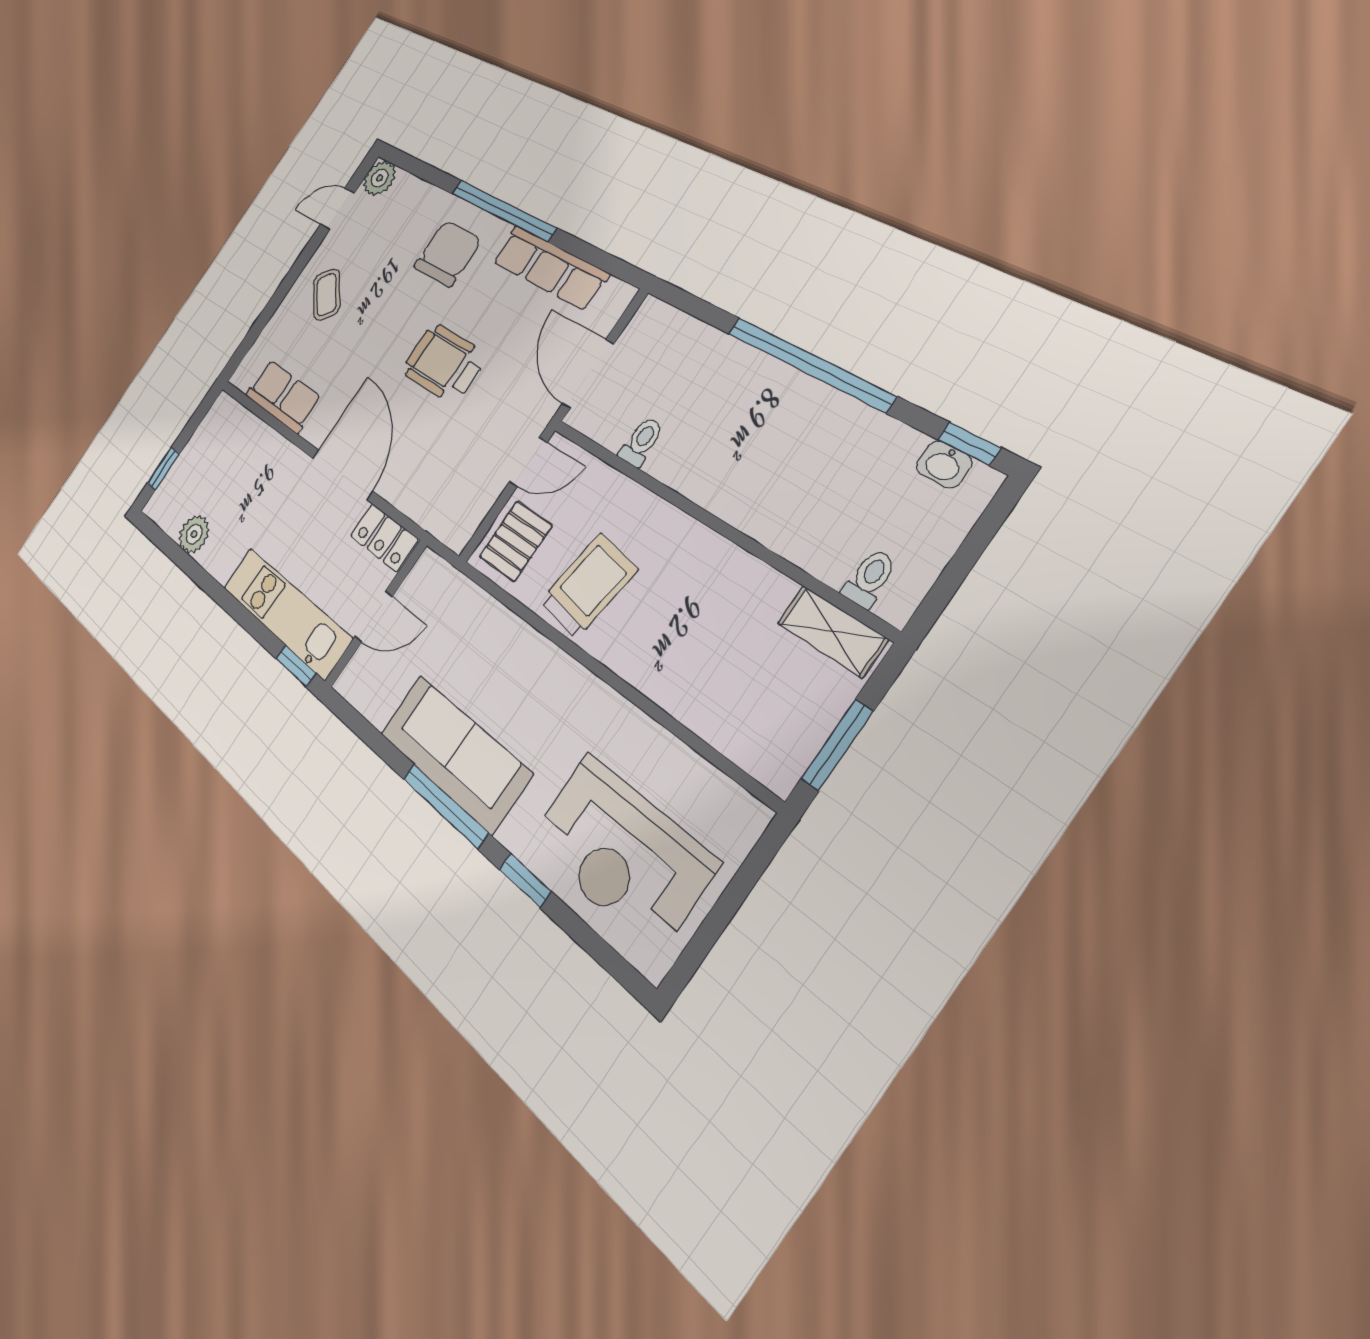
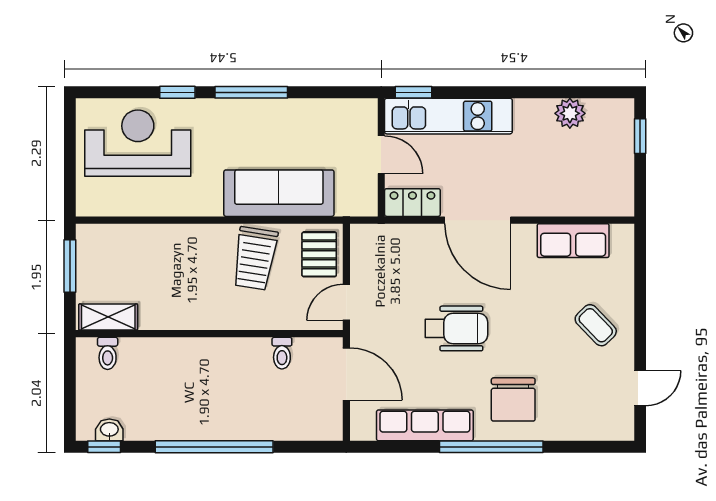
plant: (380, 178) -> (619, 426), removed
door: (374, 617) -> (381, 155), swing flipped
sofa: (455, 753) -> (279, 193), moved, turned 180

